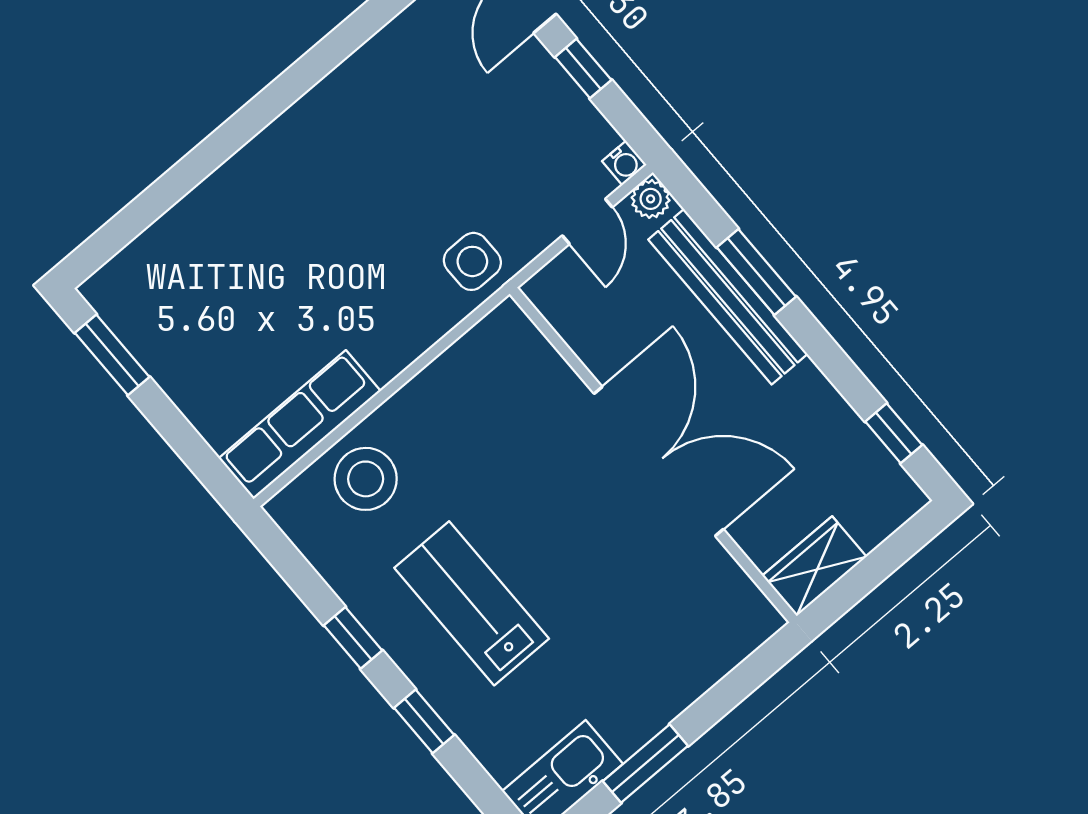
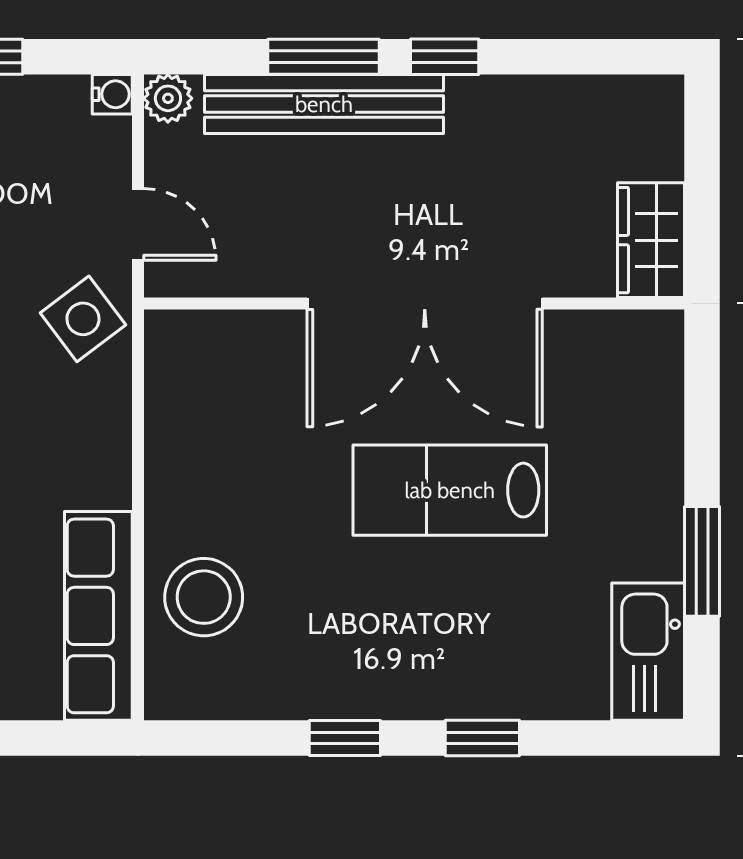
door: (587, 221) -> (138, 224), moved
side table: (472, 261) -> (83, 319), turned -37
window: (894, 433) -> (445, 57), moved
double door: (659, 461) -> (425, 303), swing flipped
lab bench: (472, 603) -> (450, 490), moved

